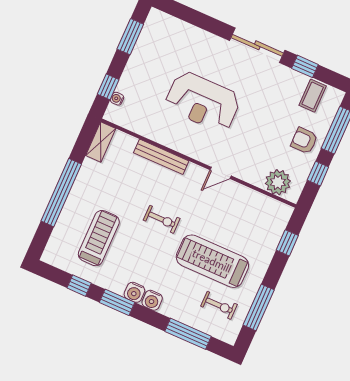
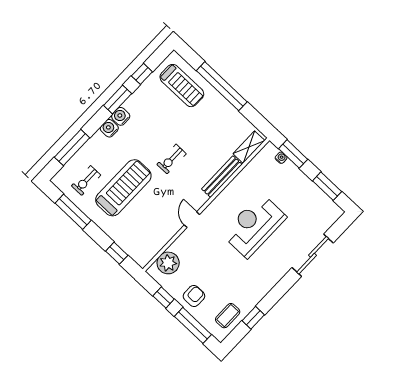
sliding door: (257, 45) -> (313, 255), moved
window: (108, 87) -> (293, 154), width x1.50
coffee table: (313, 96) -> (228, 316), turned 90
shelving: (101, 142) -> (249, 147), moved, turned 90
treadmill: (99, 238) -> (182, 86), moved

